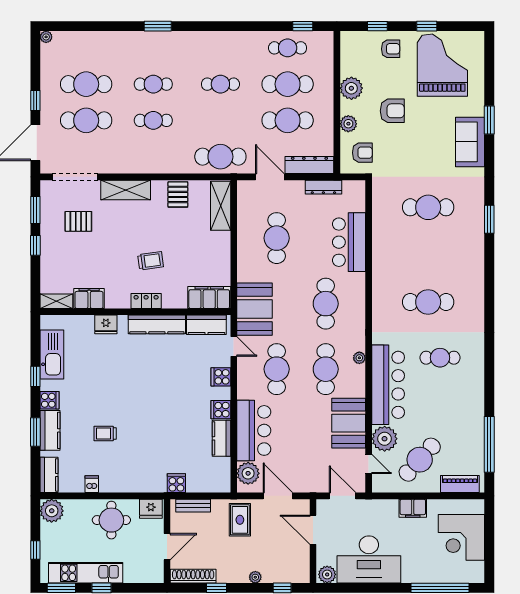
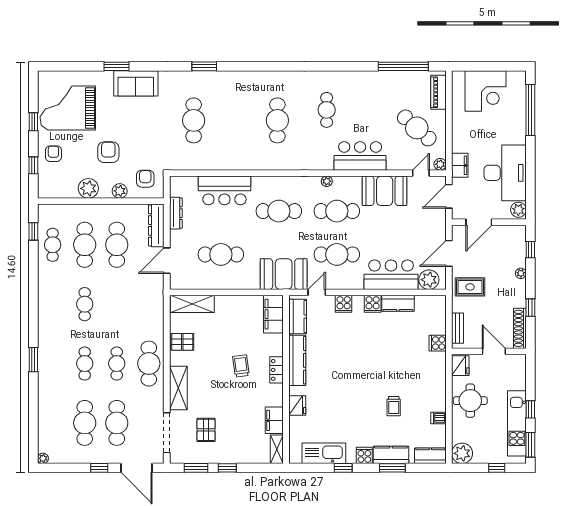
cafe table: (220, 157) -> (149, 364), moved
bar counter: (388, 385) -> (360, 156), width x0.73
plant: (385, 439) -> (440, 164), moved, width x0.53, depth x0.53
filing cabinet: (413, 508) -> (460, 165), moved

